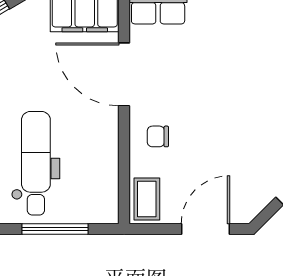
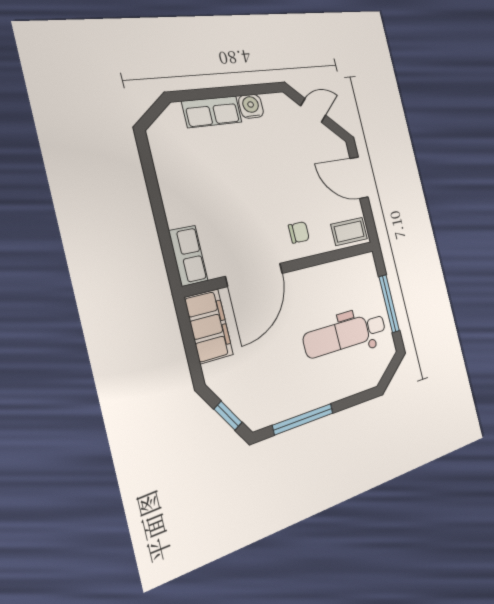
chair: (158, 136) -> (299, 232), turned -90

